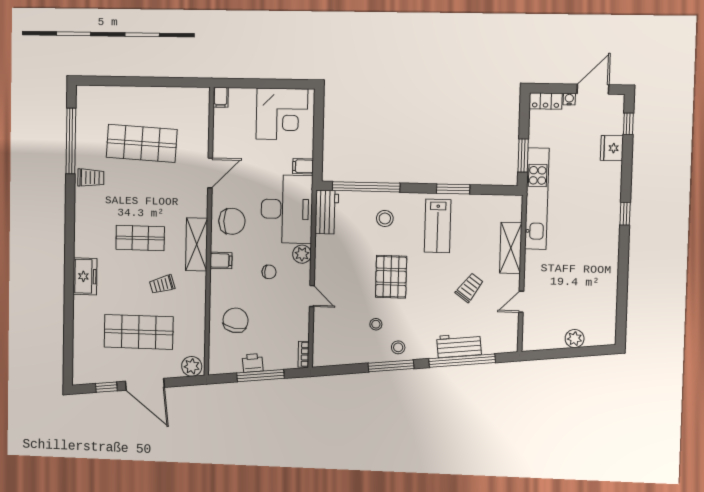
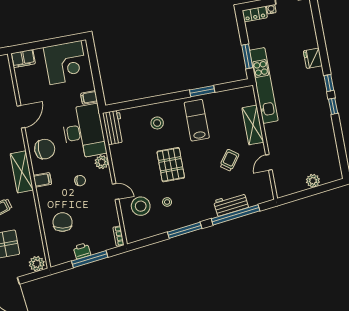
filing cabinet: (221, 97) -> (23, 59), width x2.00
window: (628, 124) -> (333, 106), moved
fridge: (612, 148) -> (313, 58), moved
window: (366, 187) -> (139, 103), removed
lab bench: (438, 226) -> (197, 120), turned 180
stool: (398, 347) -> (141, 206), moved, width x1.89, depth x1.89

